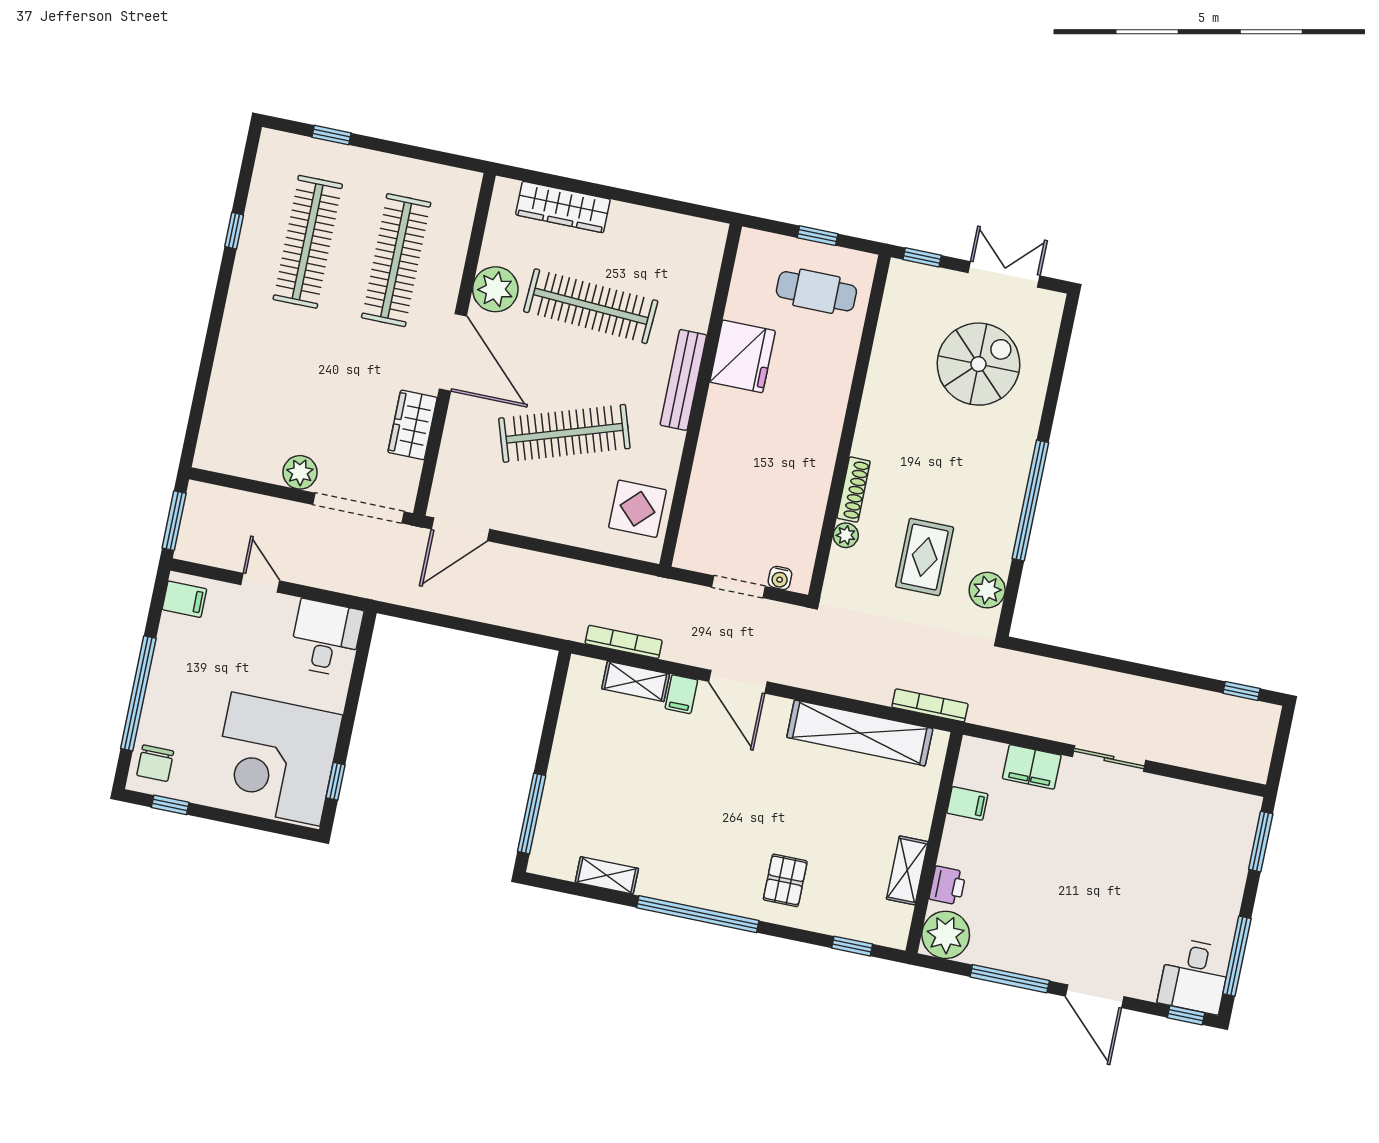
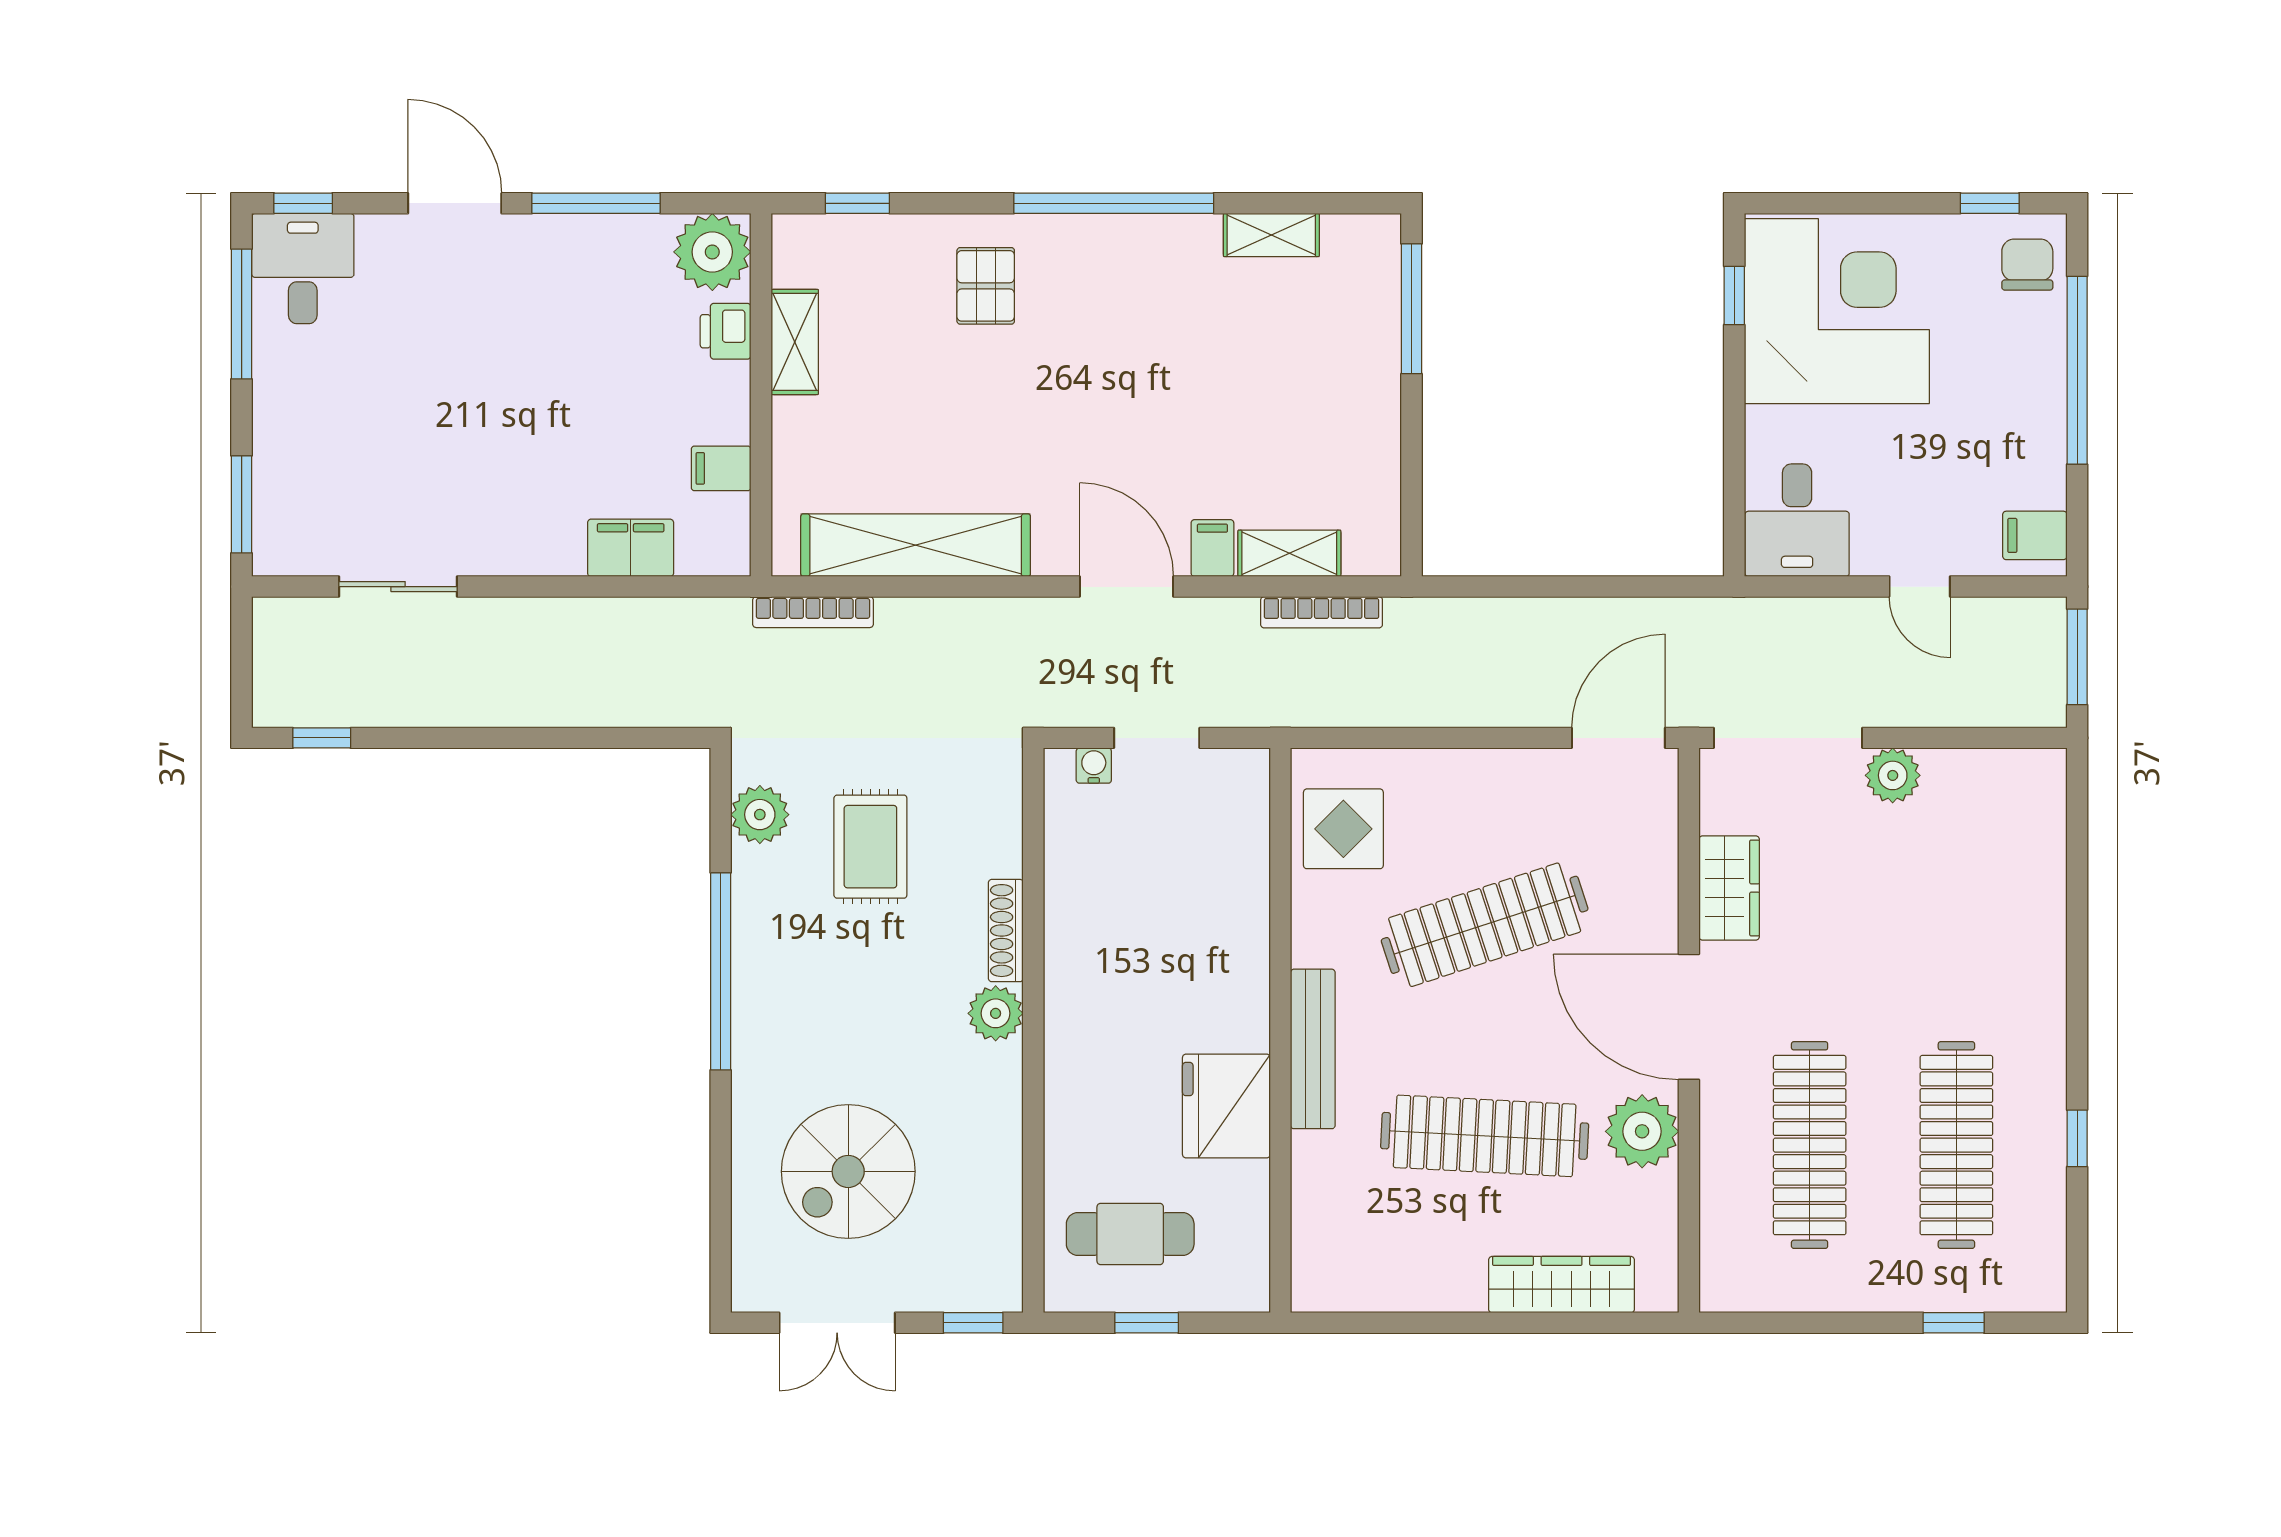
plant: (846, 535) -> (996, 1013), moved, width x1.38, depth x1.38
sliding door: (1109, 759) -> (398, 587), moved

